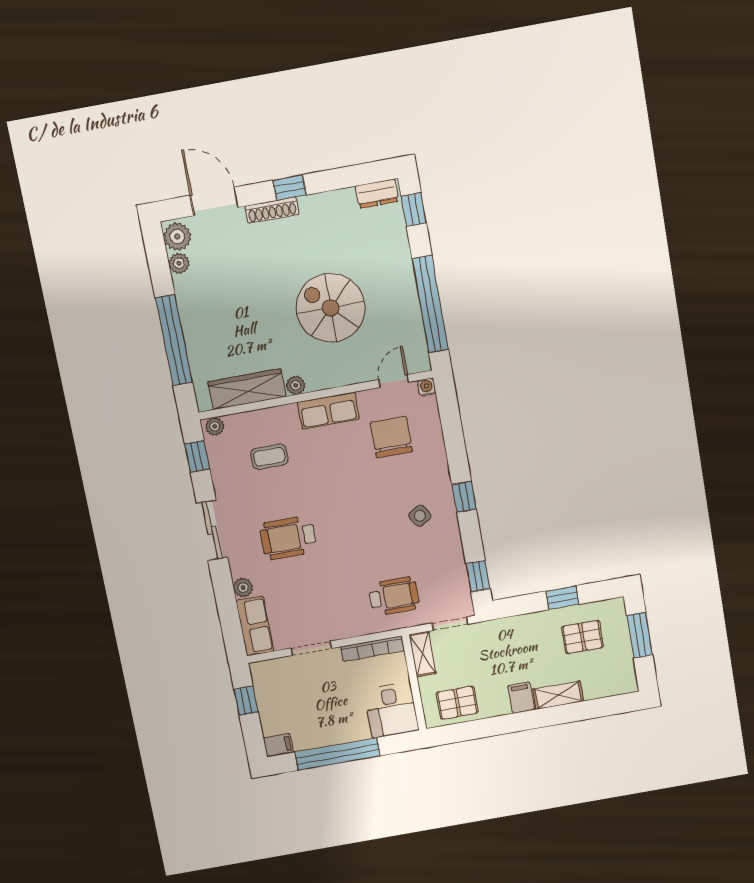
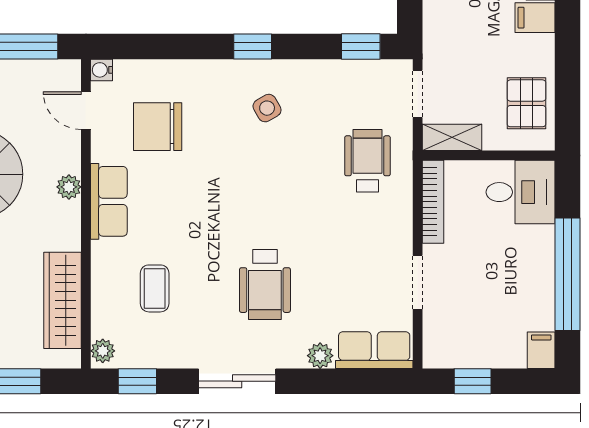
plant: (296, 385) -> (69, 187), moved

